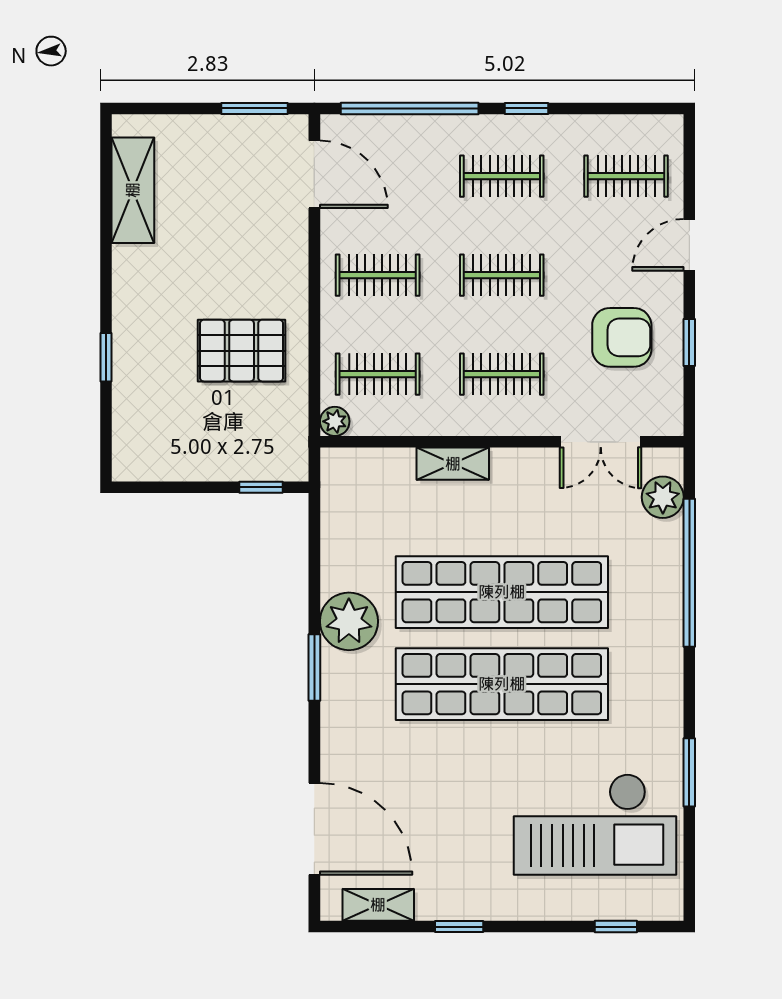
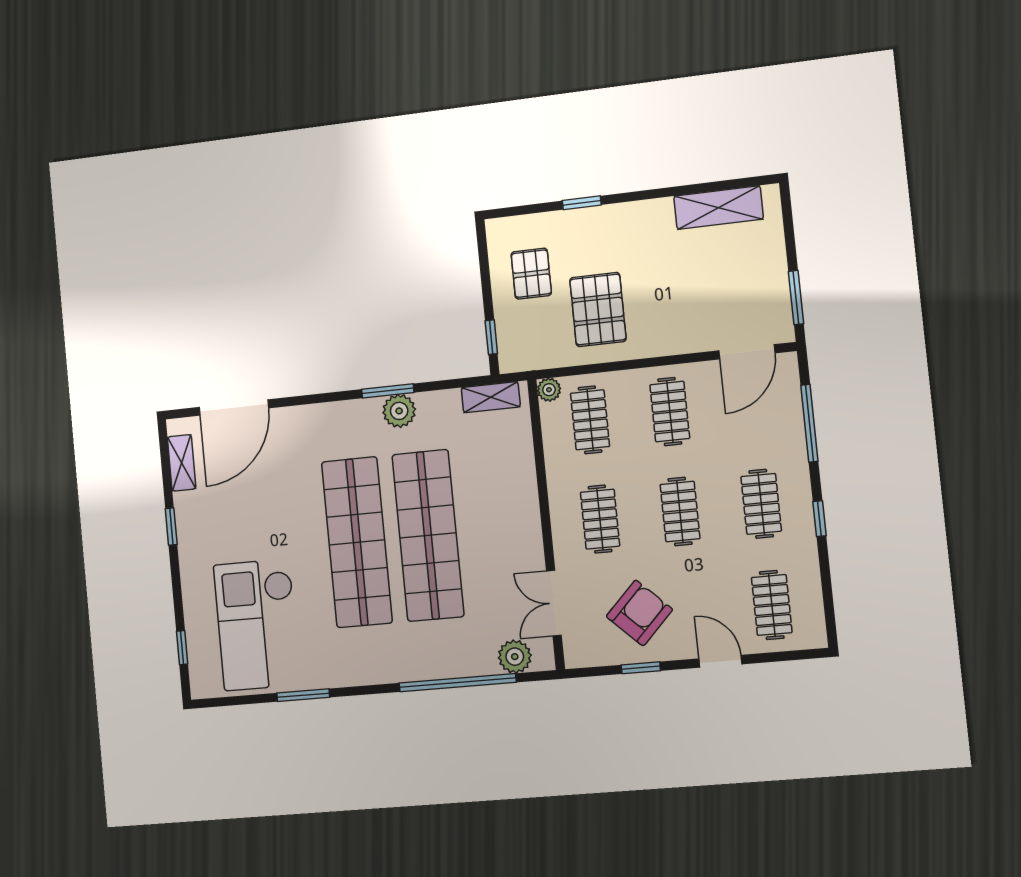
window: (410, 108) -> (809, 423), width x0.68
armchair: (622, 337) -> (639, 613), turned -136
pallet: (187, 429) -> (531, 274), added
shelving: (453, 464) -> (491, 397), moved, turned 90
plant: (349, 621) -> (399, 411), width x0.73, depth x0.73
window: (314, 667) -> (388, 391), moved

